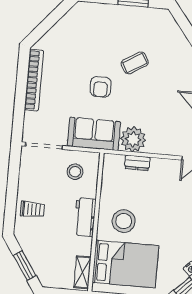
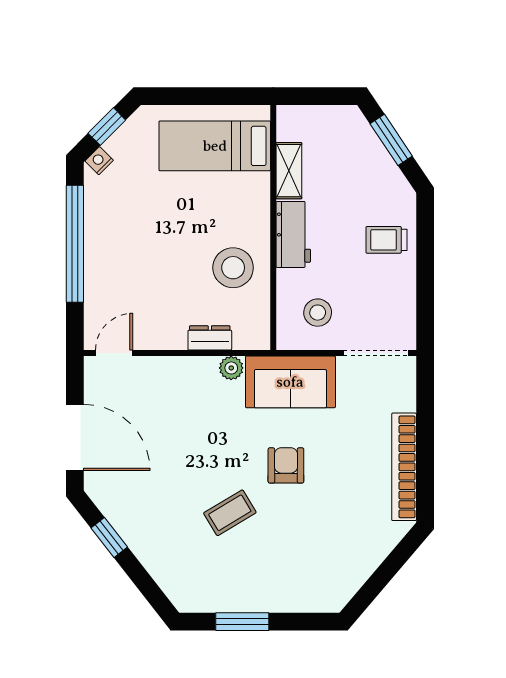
plant: (133, 139) -> (231, 368), width x0.53, depth x0.53
stool: (124, 221) -> (233, 268), moved
bed: (125, 264) -> (215, 146), width x0.67
shelving: (82, 272) -> (289, 171), moved

